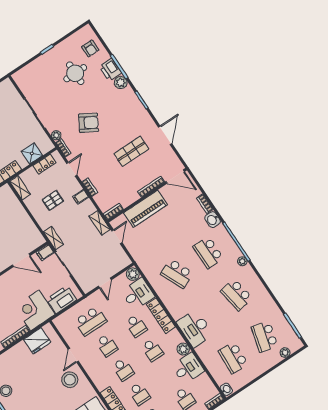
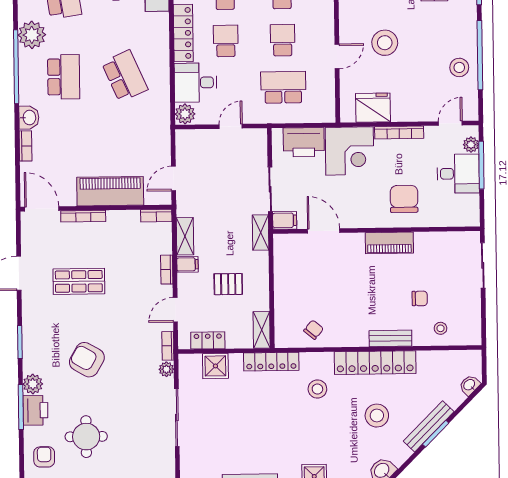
armchair: (89, 123) -> (87, 360), moved
shelving: (100, 223) -> (185, 236), moved
plant: (242, 261) -> (32, 35), width x1.88, depth x1.88
stool: (70, 380) -> (385, 43), moved

